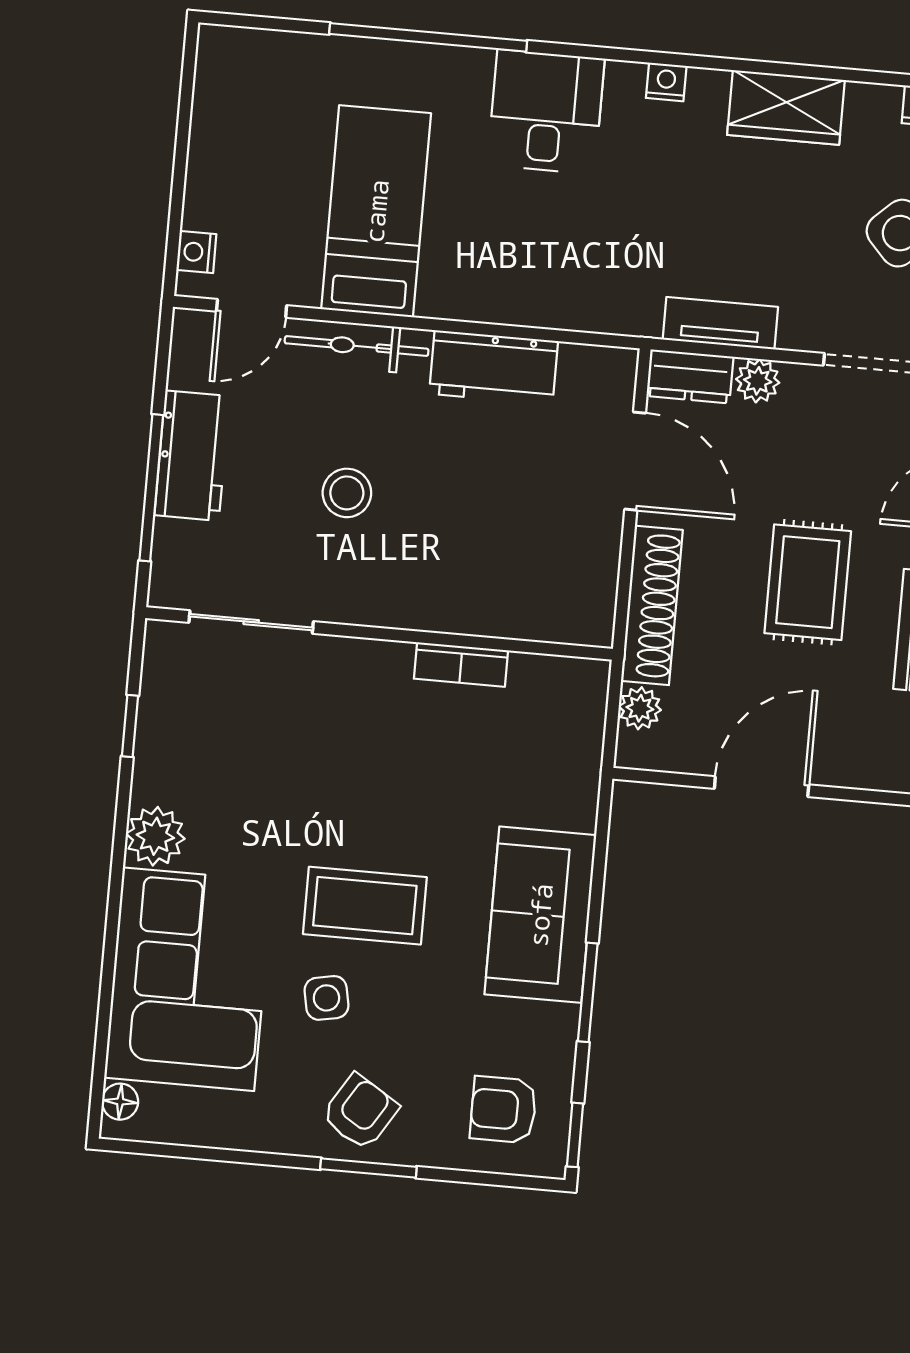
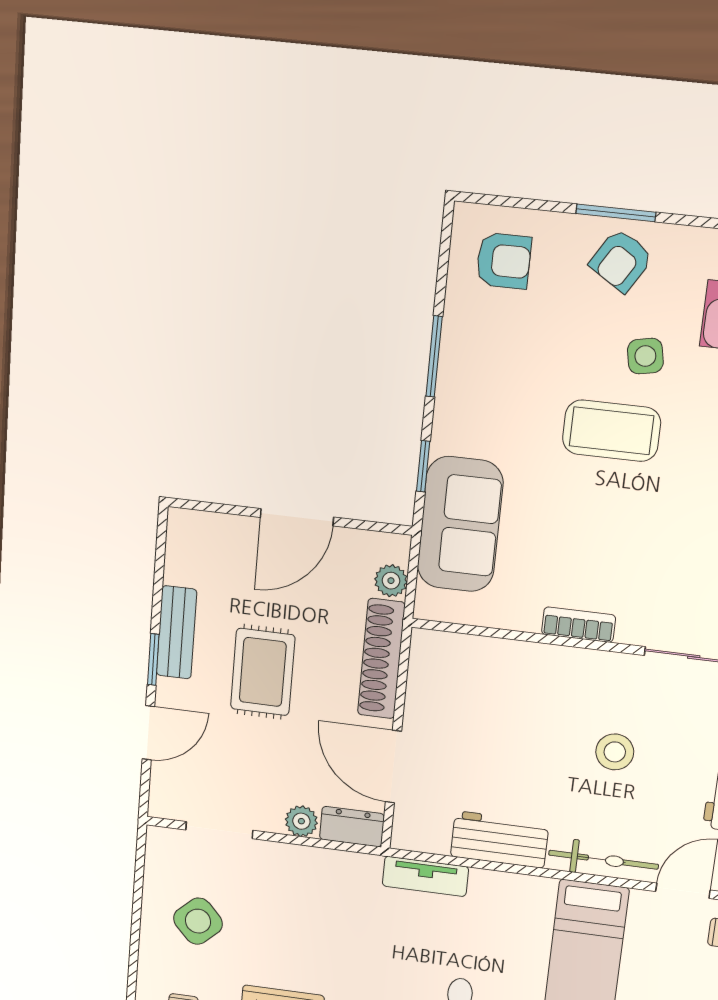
tv unit: (720, 323) -> (425, 876), moved
bookcase: (461, 665) -> (579, 625), moved
sofa: (540, 915) -> (460, 524), moved
window: (575, 1135) -> (423, 466), moved

